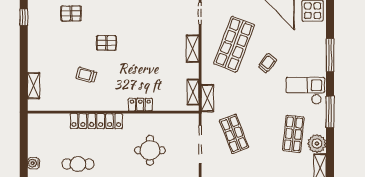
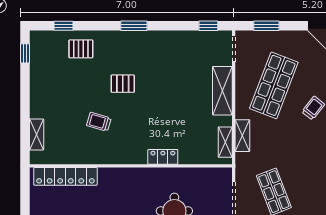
shelving: (193, 49) -> (222, 91), width x1.50, depth x1.33
shelving: (207, 98) -> (242, 136), moved
locker: (96, 121) -> (65, 176), moved

